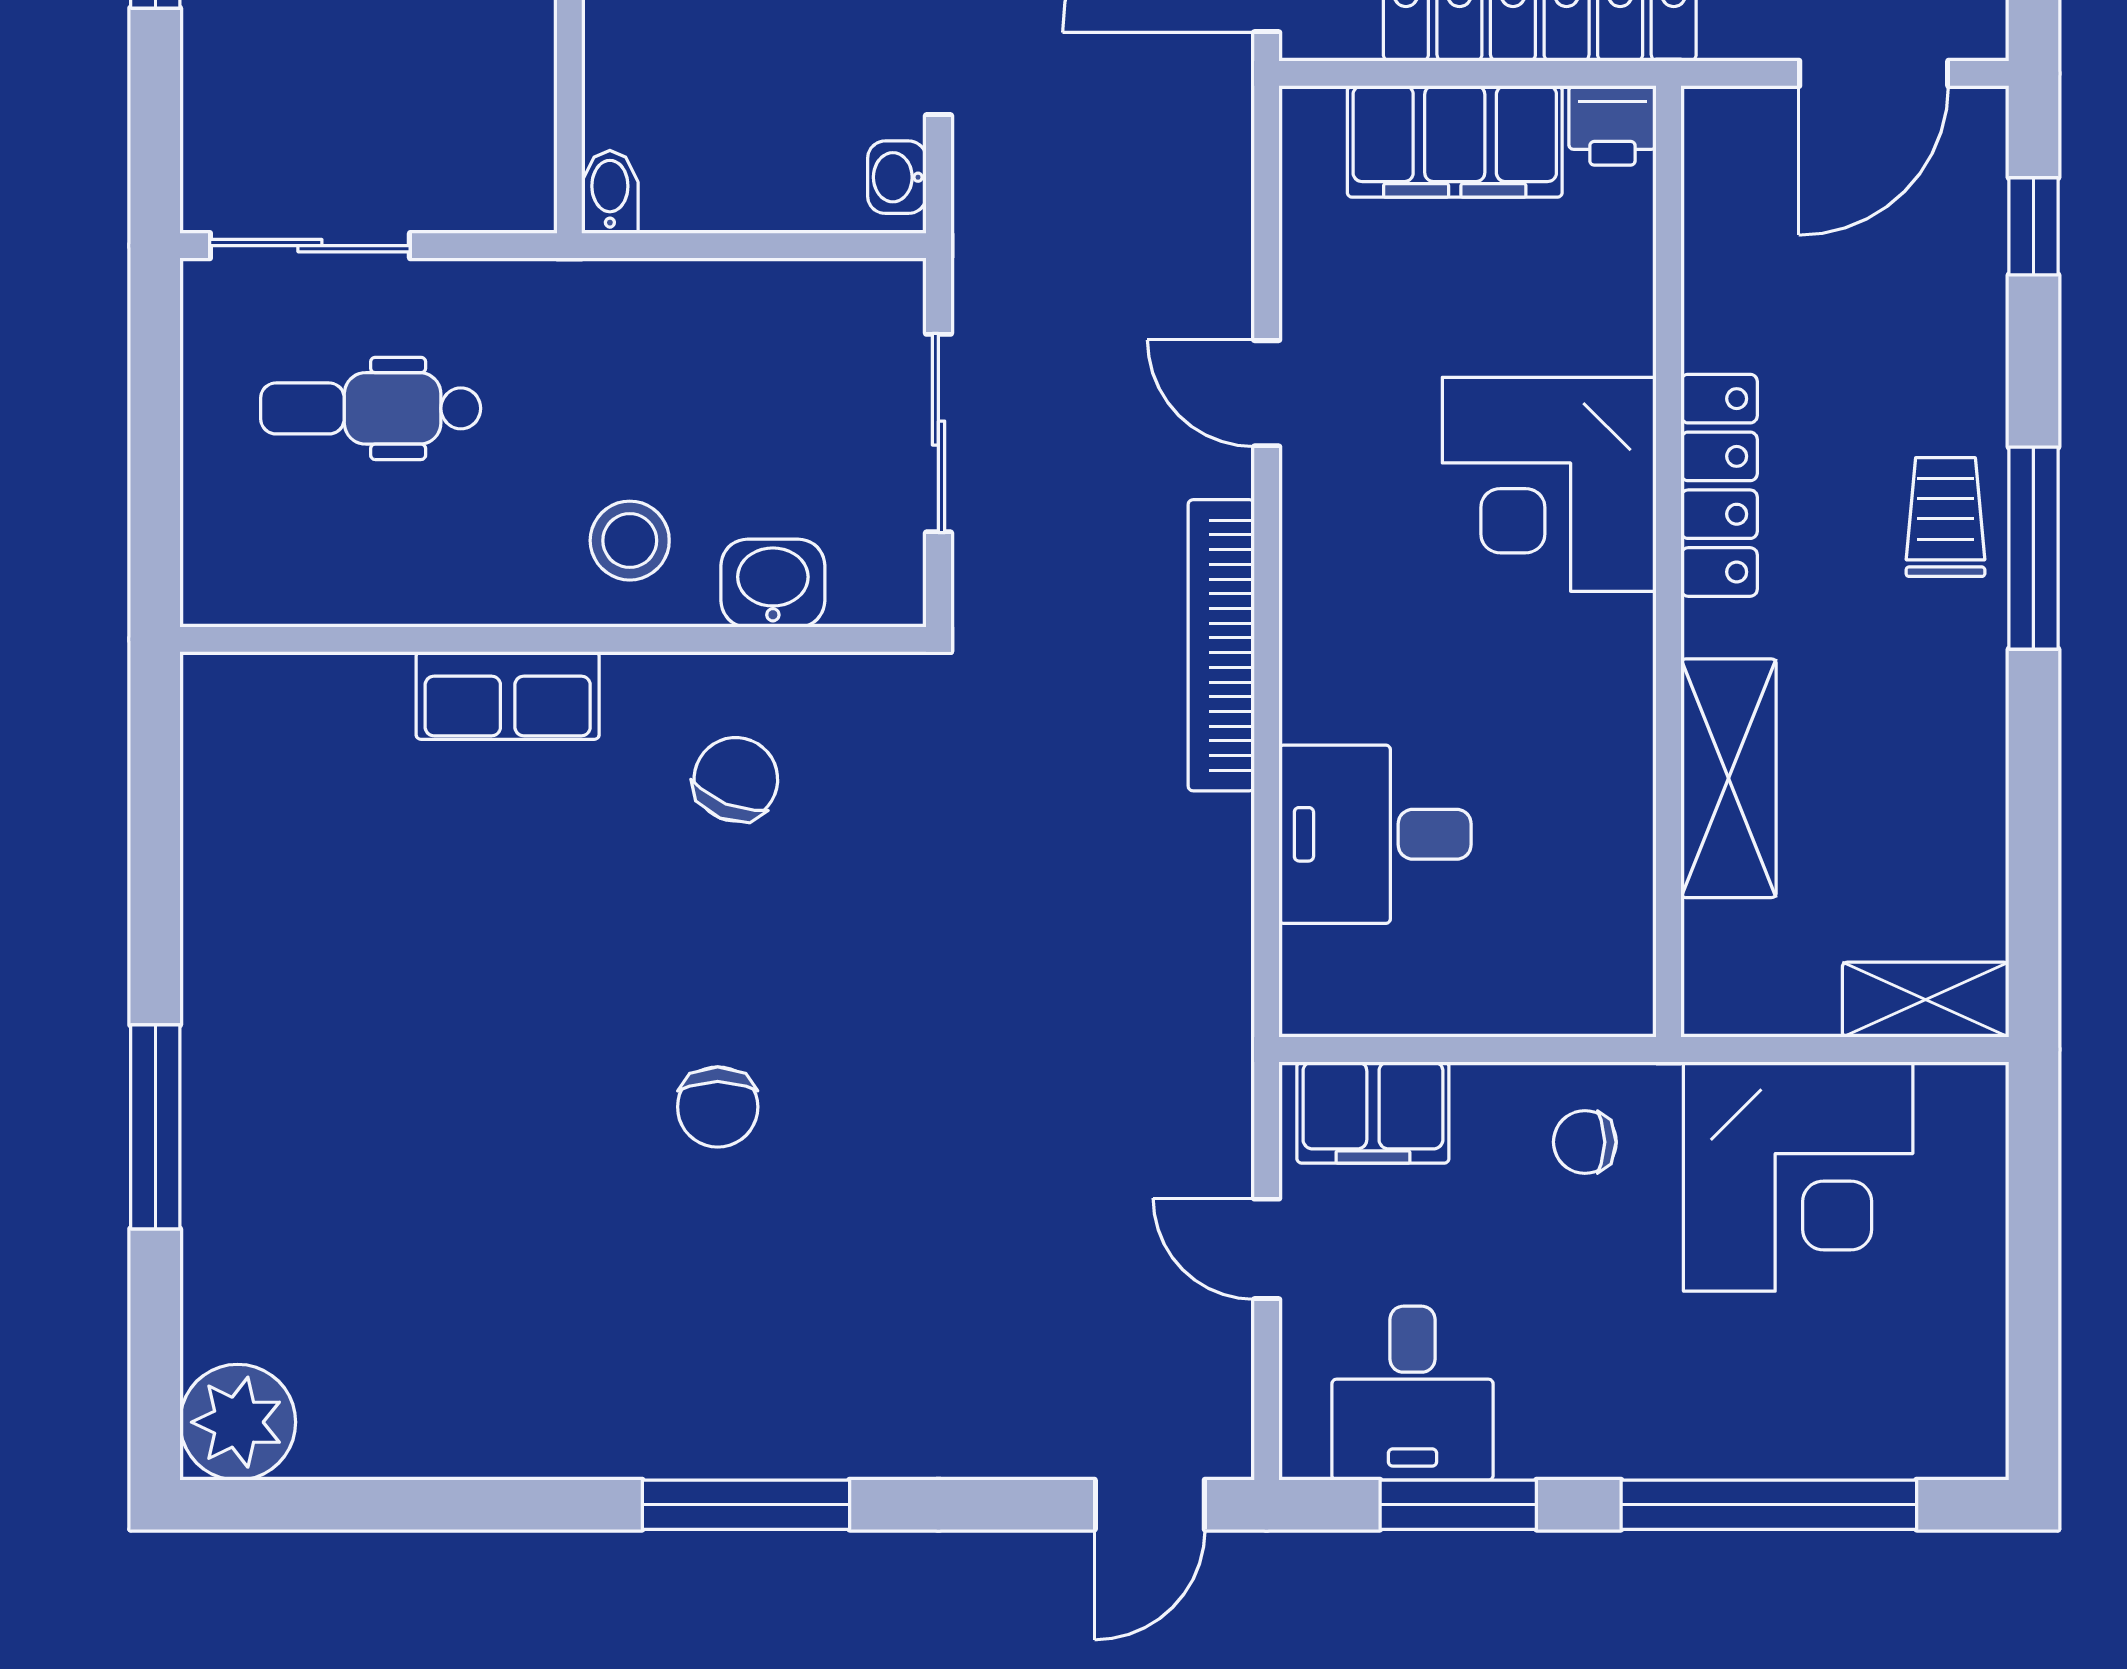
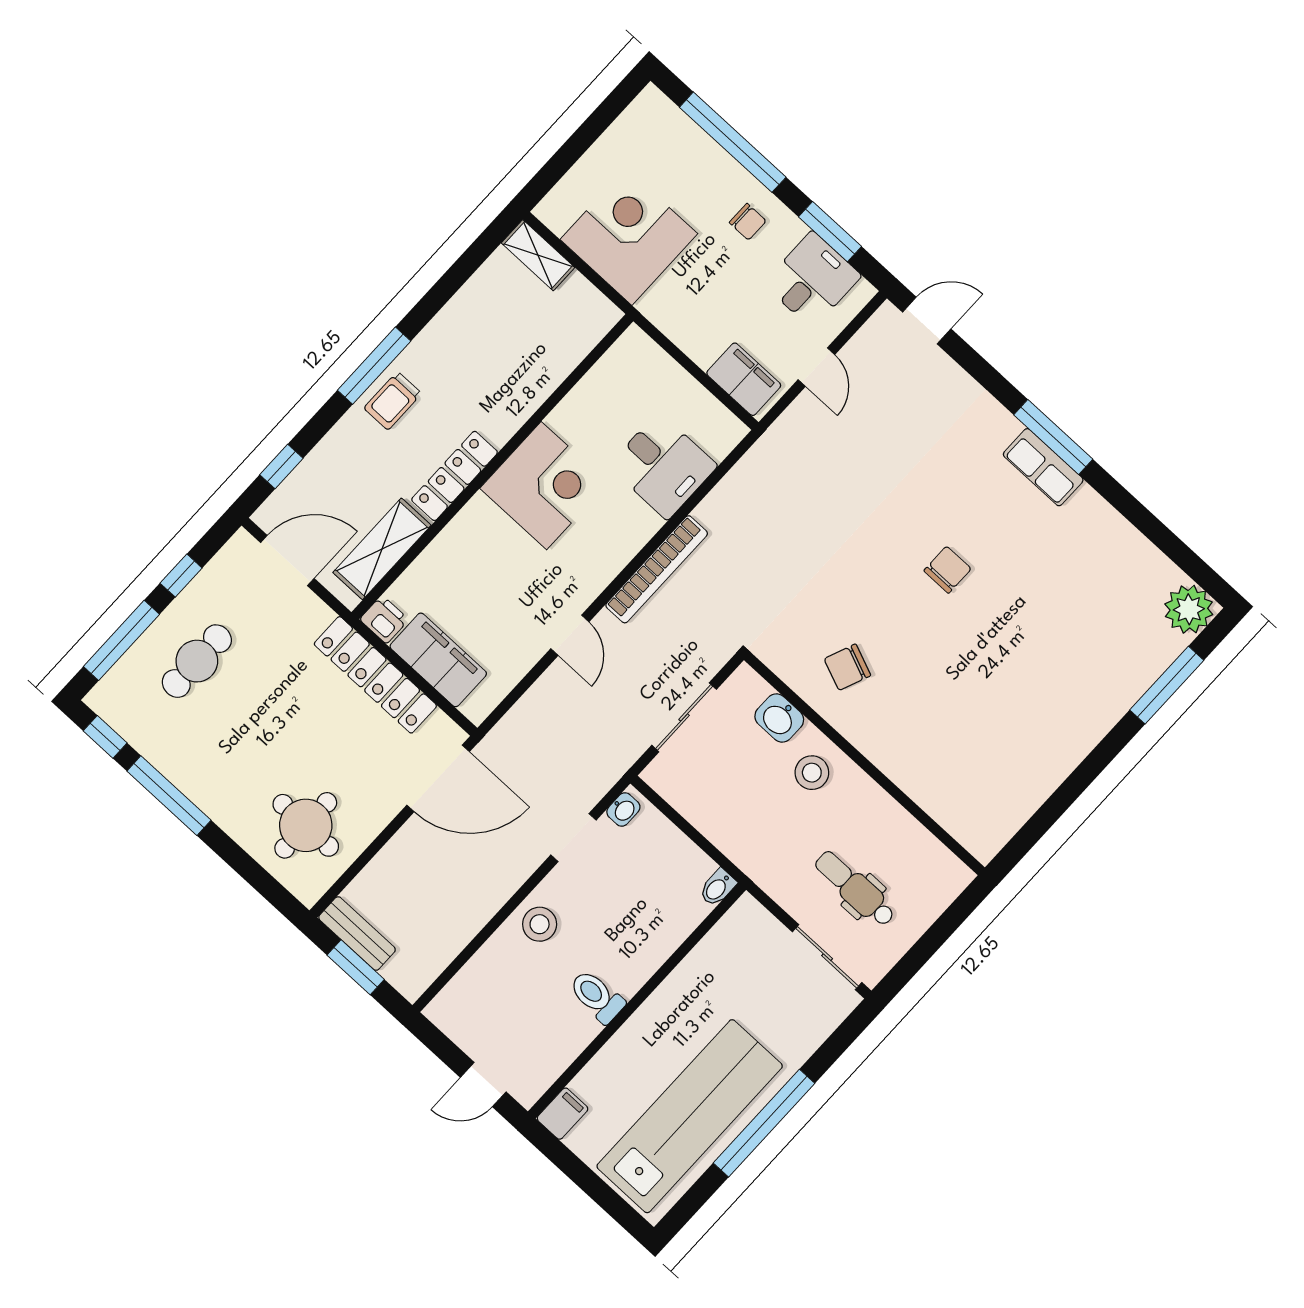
dental chair: (371, 408) -> (855, 889), turned 180
corner desk: (1549, 484) -> (544, 486), moved
row of seats: (508, 695) -> (1043, 467), moved, turned 180
shelving: (1729, 778) -> (382, 549), moved
window: (155, 1127) -> (1167, 685), moved
chair: (1585, 1142) -> (748, 222), moved

